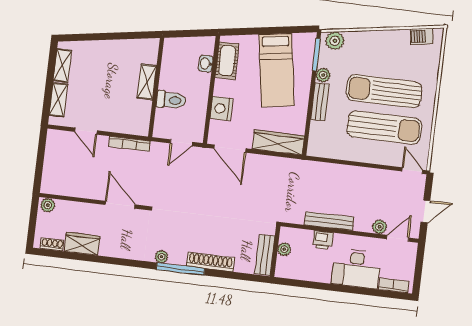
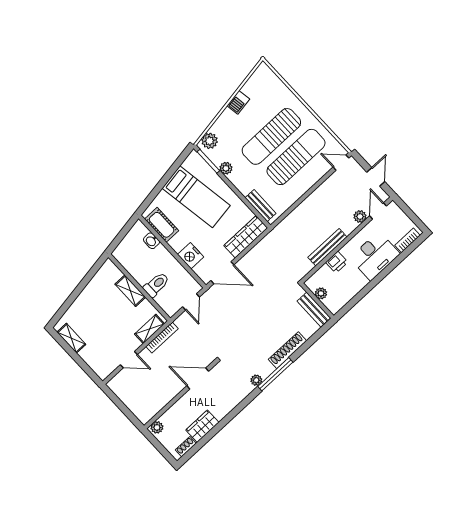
barbecue: (422, 36) -> (238, 102), moved
shelving: (58, 100) -> (150, 329), moved, turned 90
bench: (320, 102) -> (261, 206), moved

